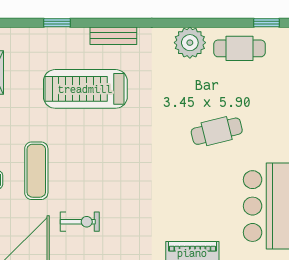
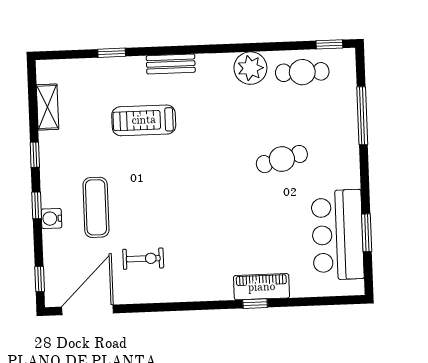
treadmill: (85, 89) -> (144, 120), width x0.73, depth x0.73

